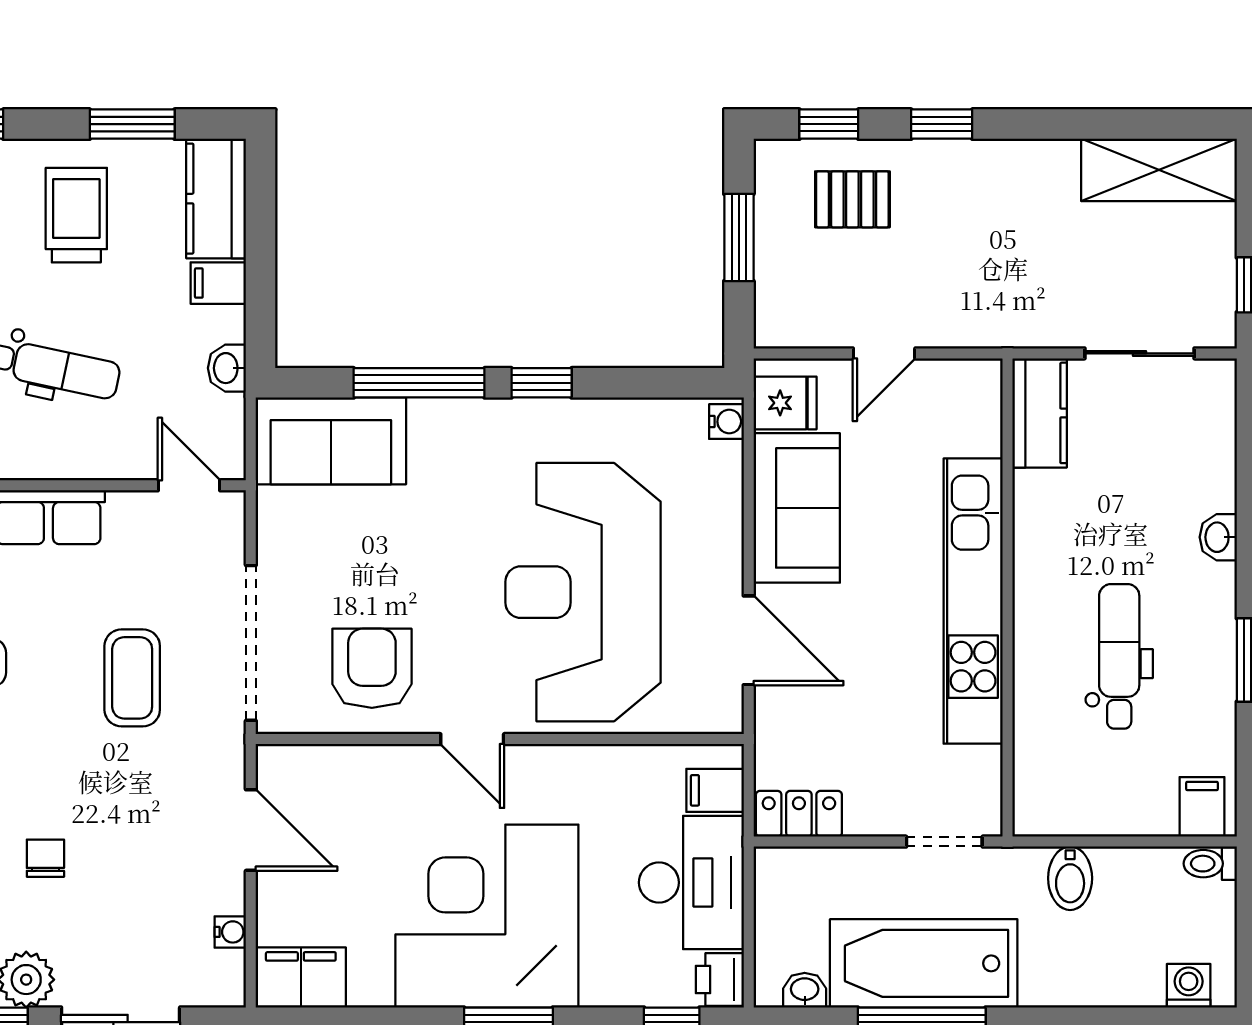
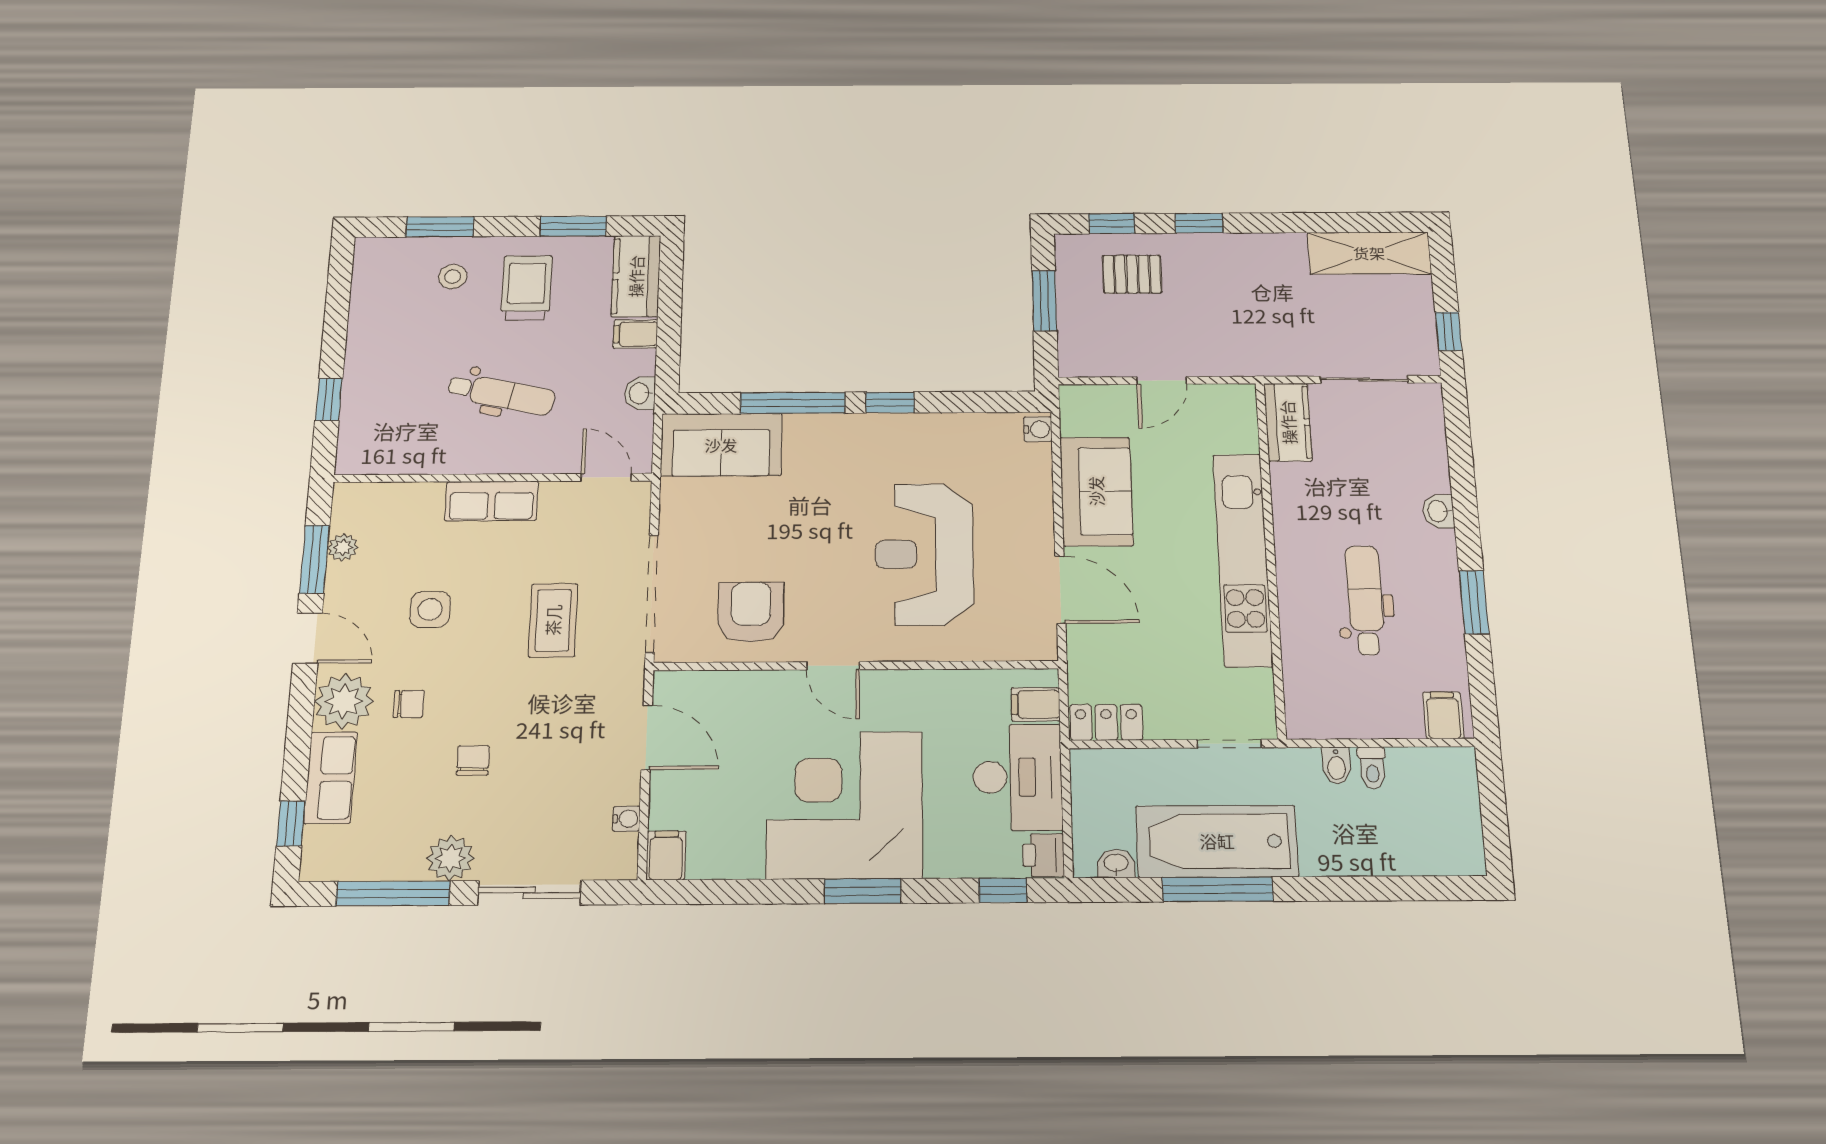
fridge: (785, 403) -> (1084, 416), removed
reception desk: (583, 592) -> (924, 554), width x0.74, depth x0.77
toilet: (1210, 864) -> (1372, 768), moved, turned -90
bidet: (1070, 878) -> (1336, 765), width x0.72, depth x0.74
filing cabinet: (301, 977) -> (666, 855), width x0.50
washing machine: (1189, 986) -> (1444, 858), removed

